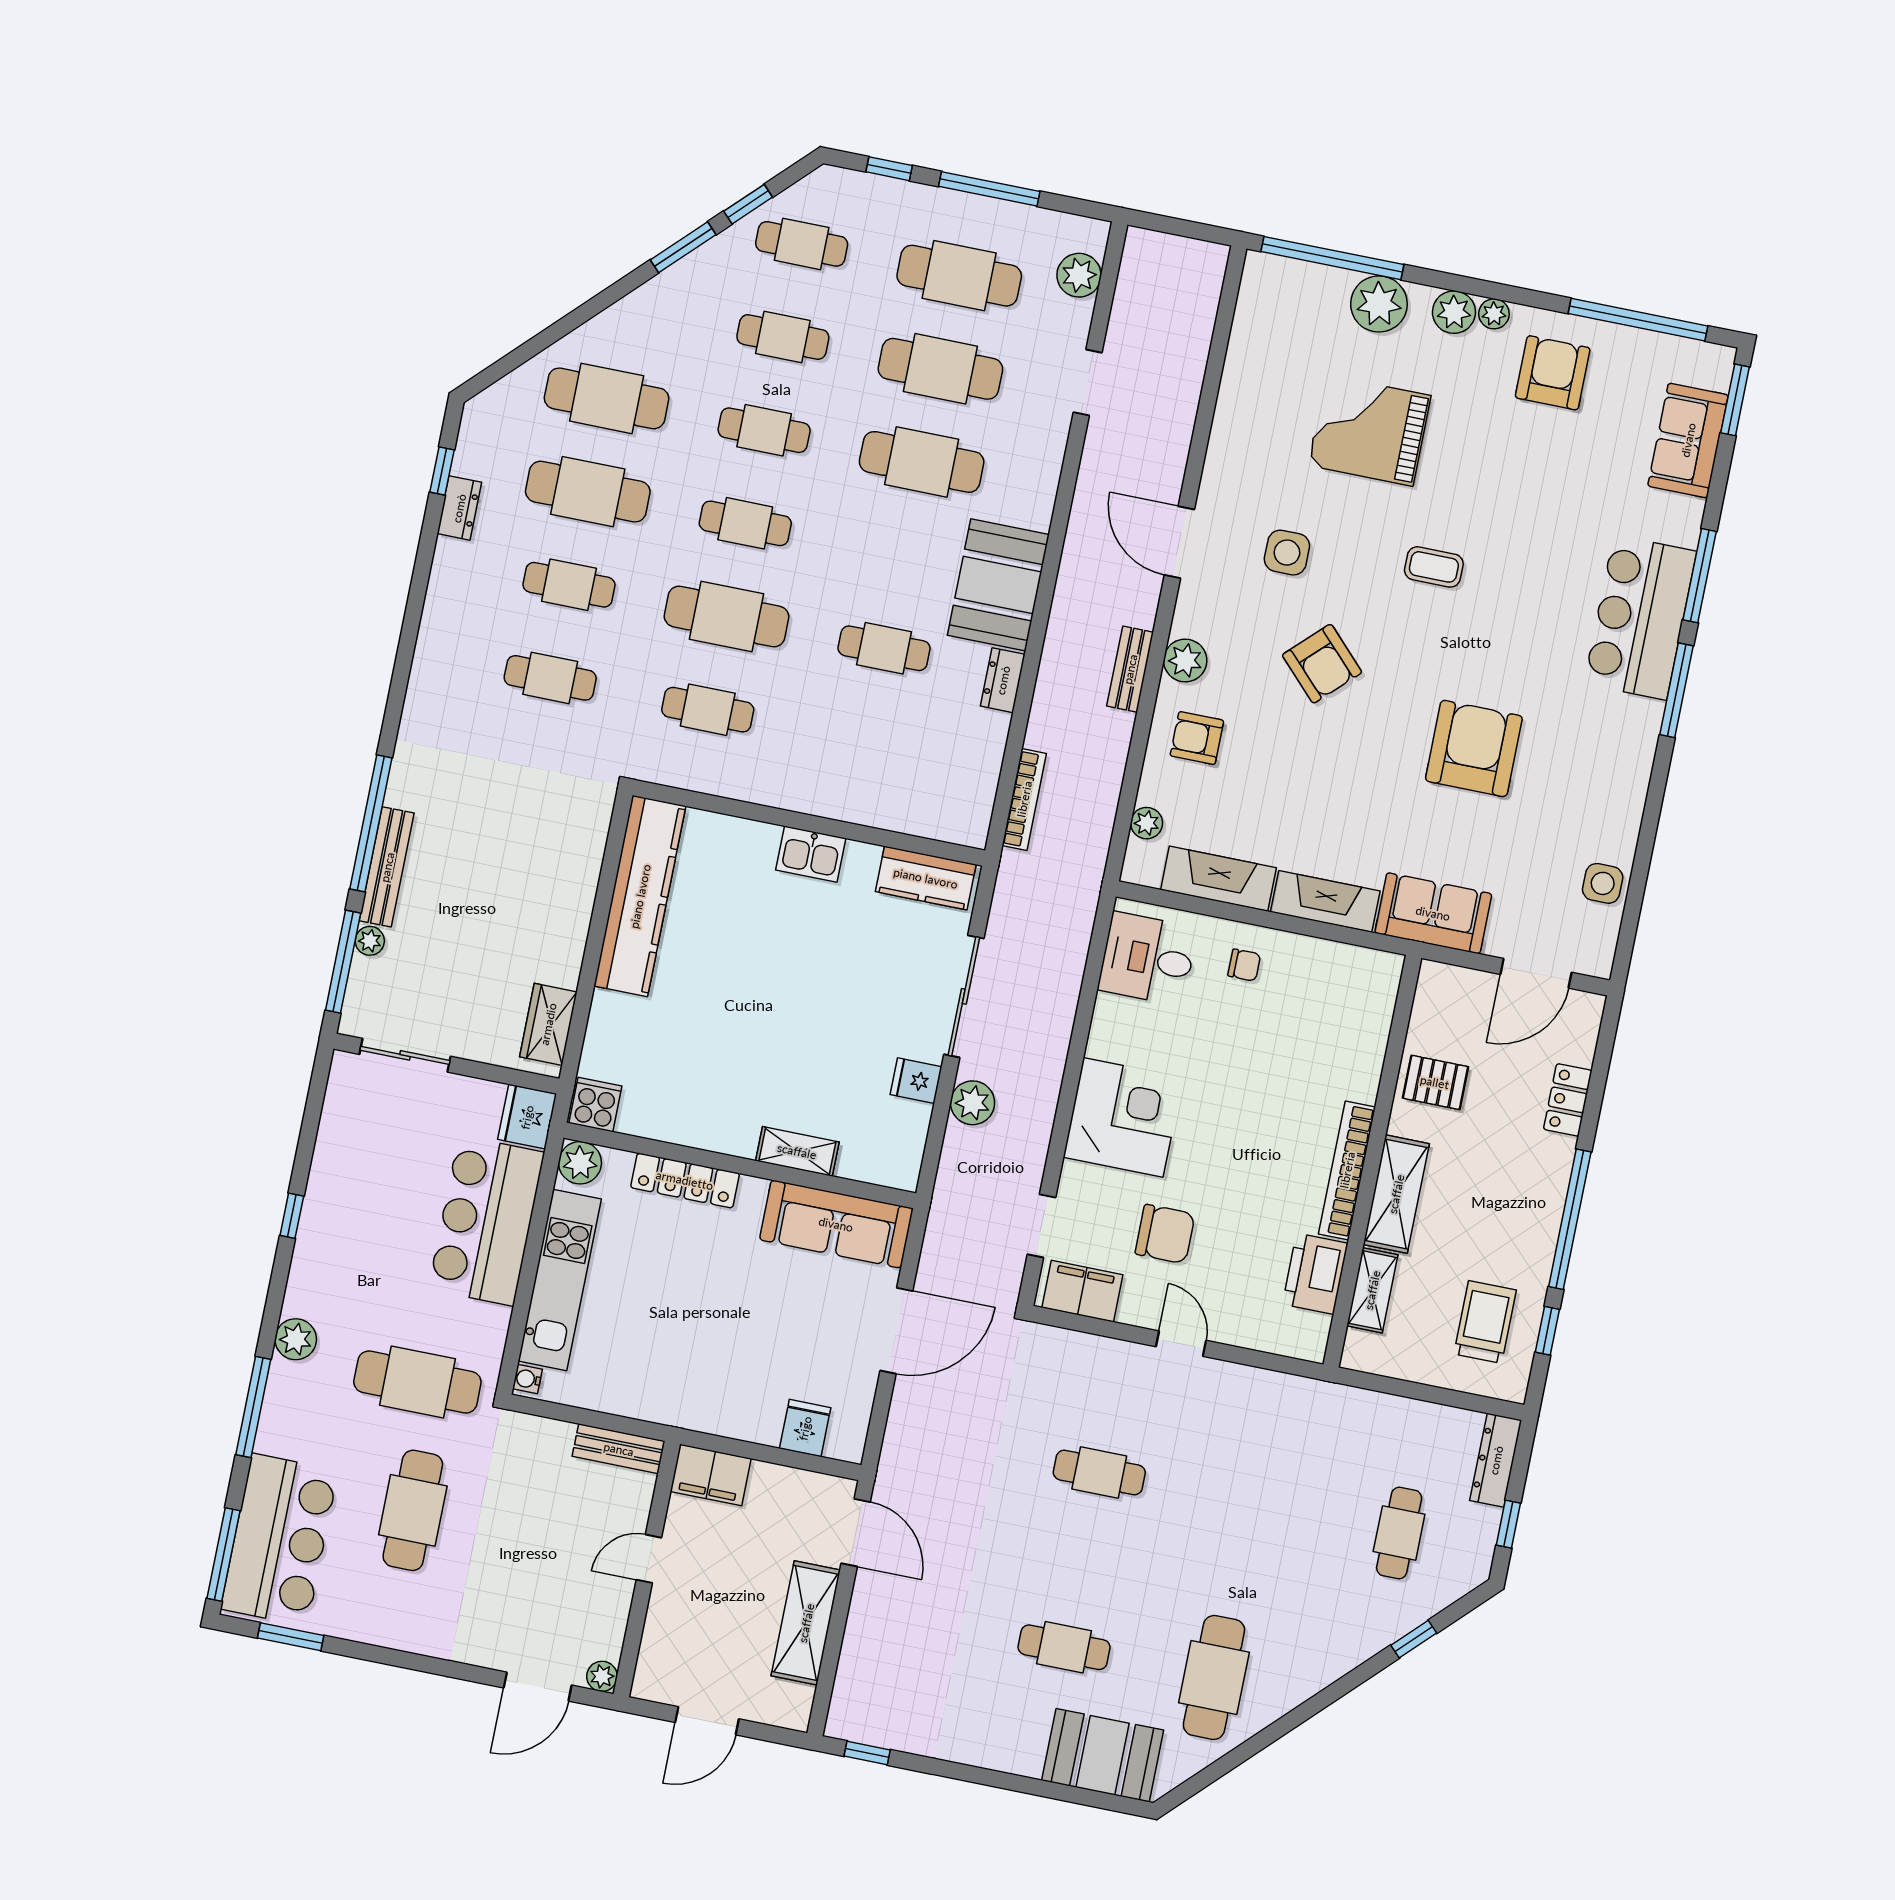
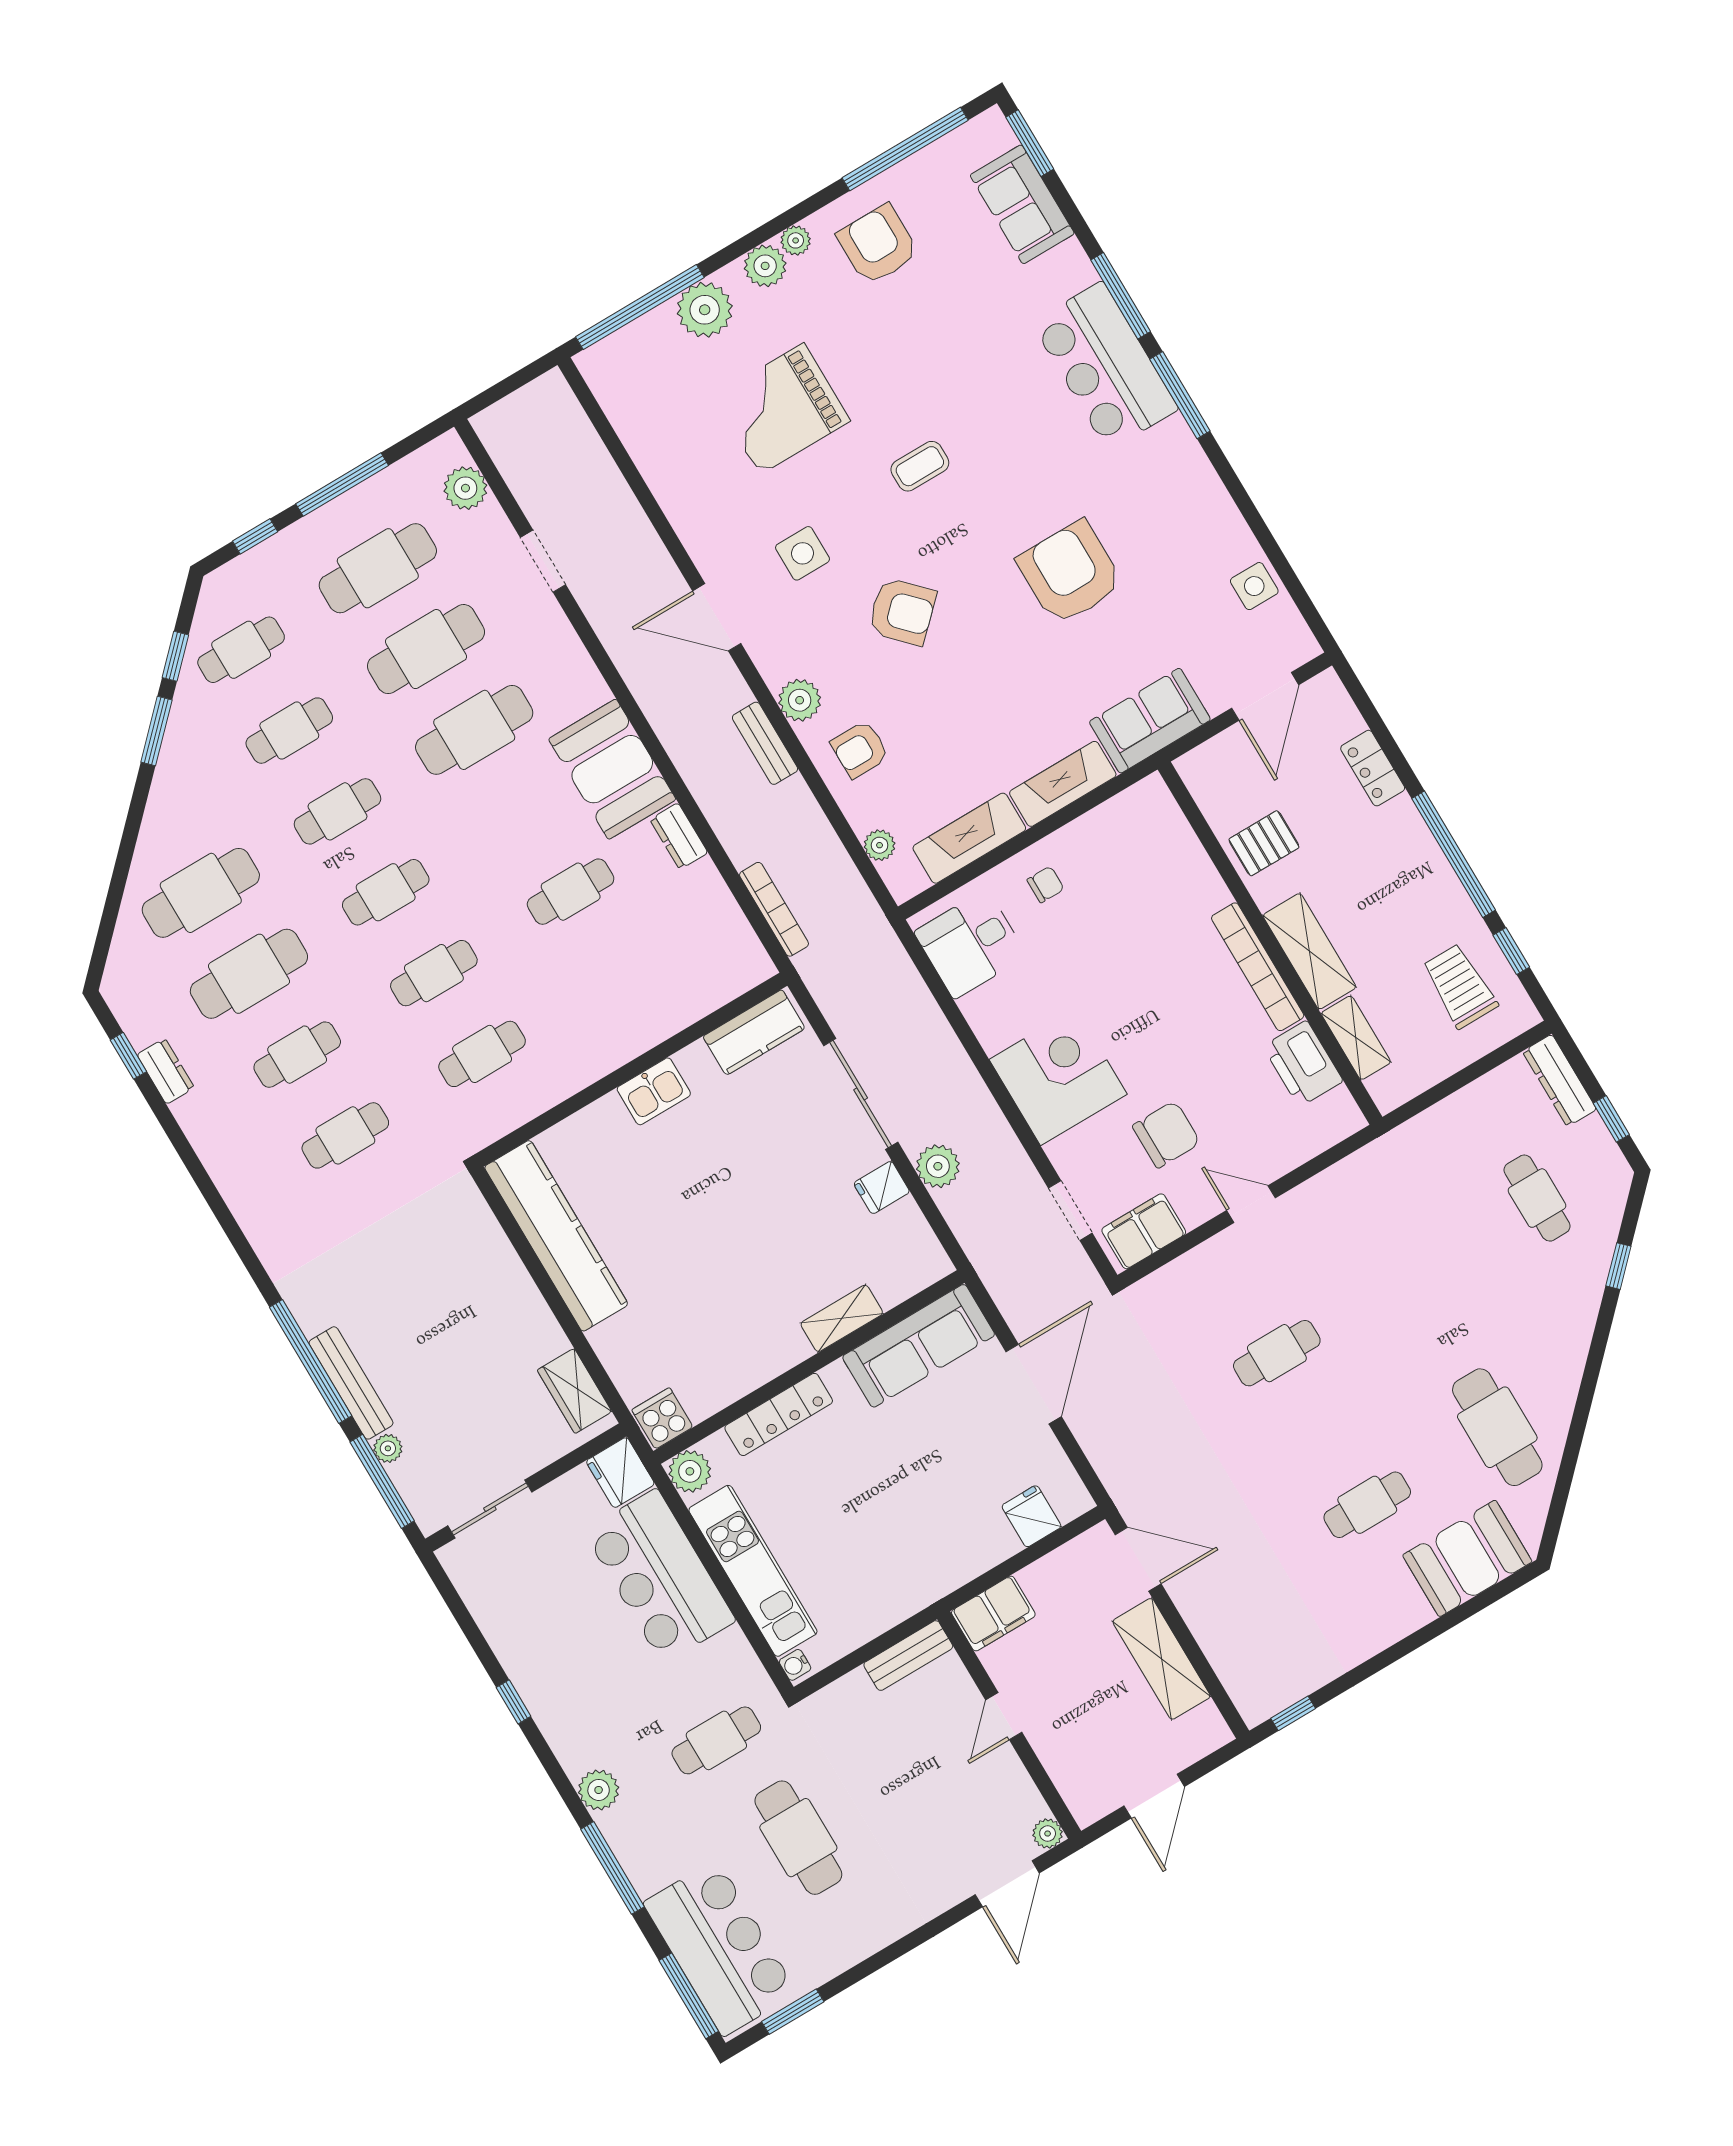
cafe table: (727, 617) -> (434, 973), width x0.73, depth x0.74
cafe table: (417, 1382) -> (716, 1740), width x0.73, depth x0.74

